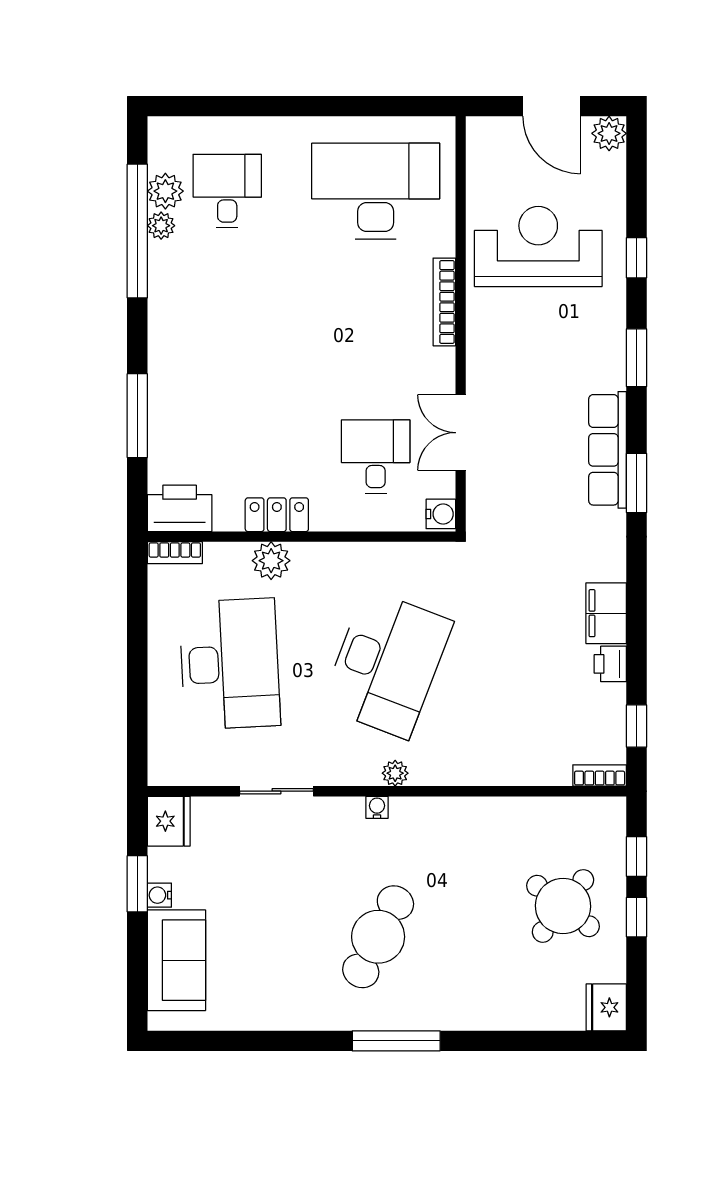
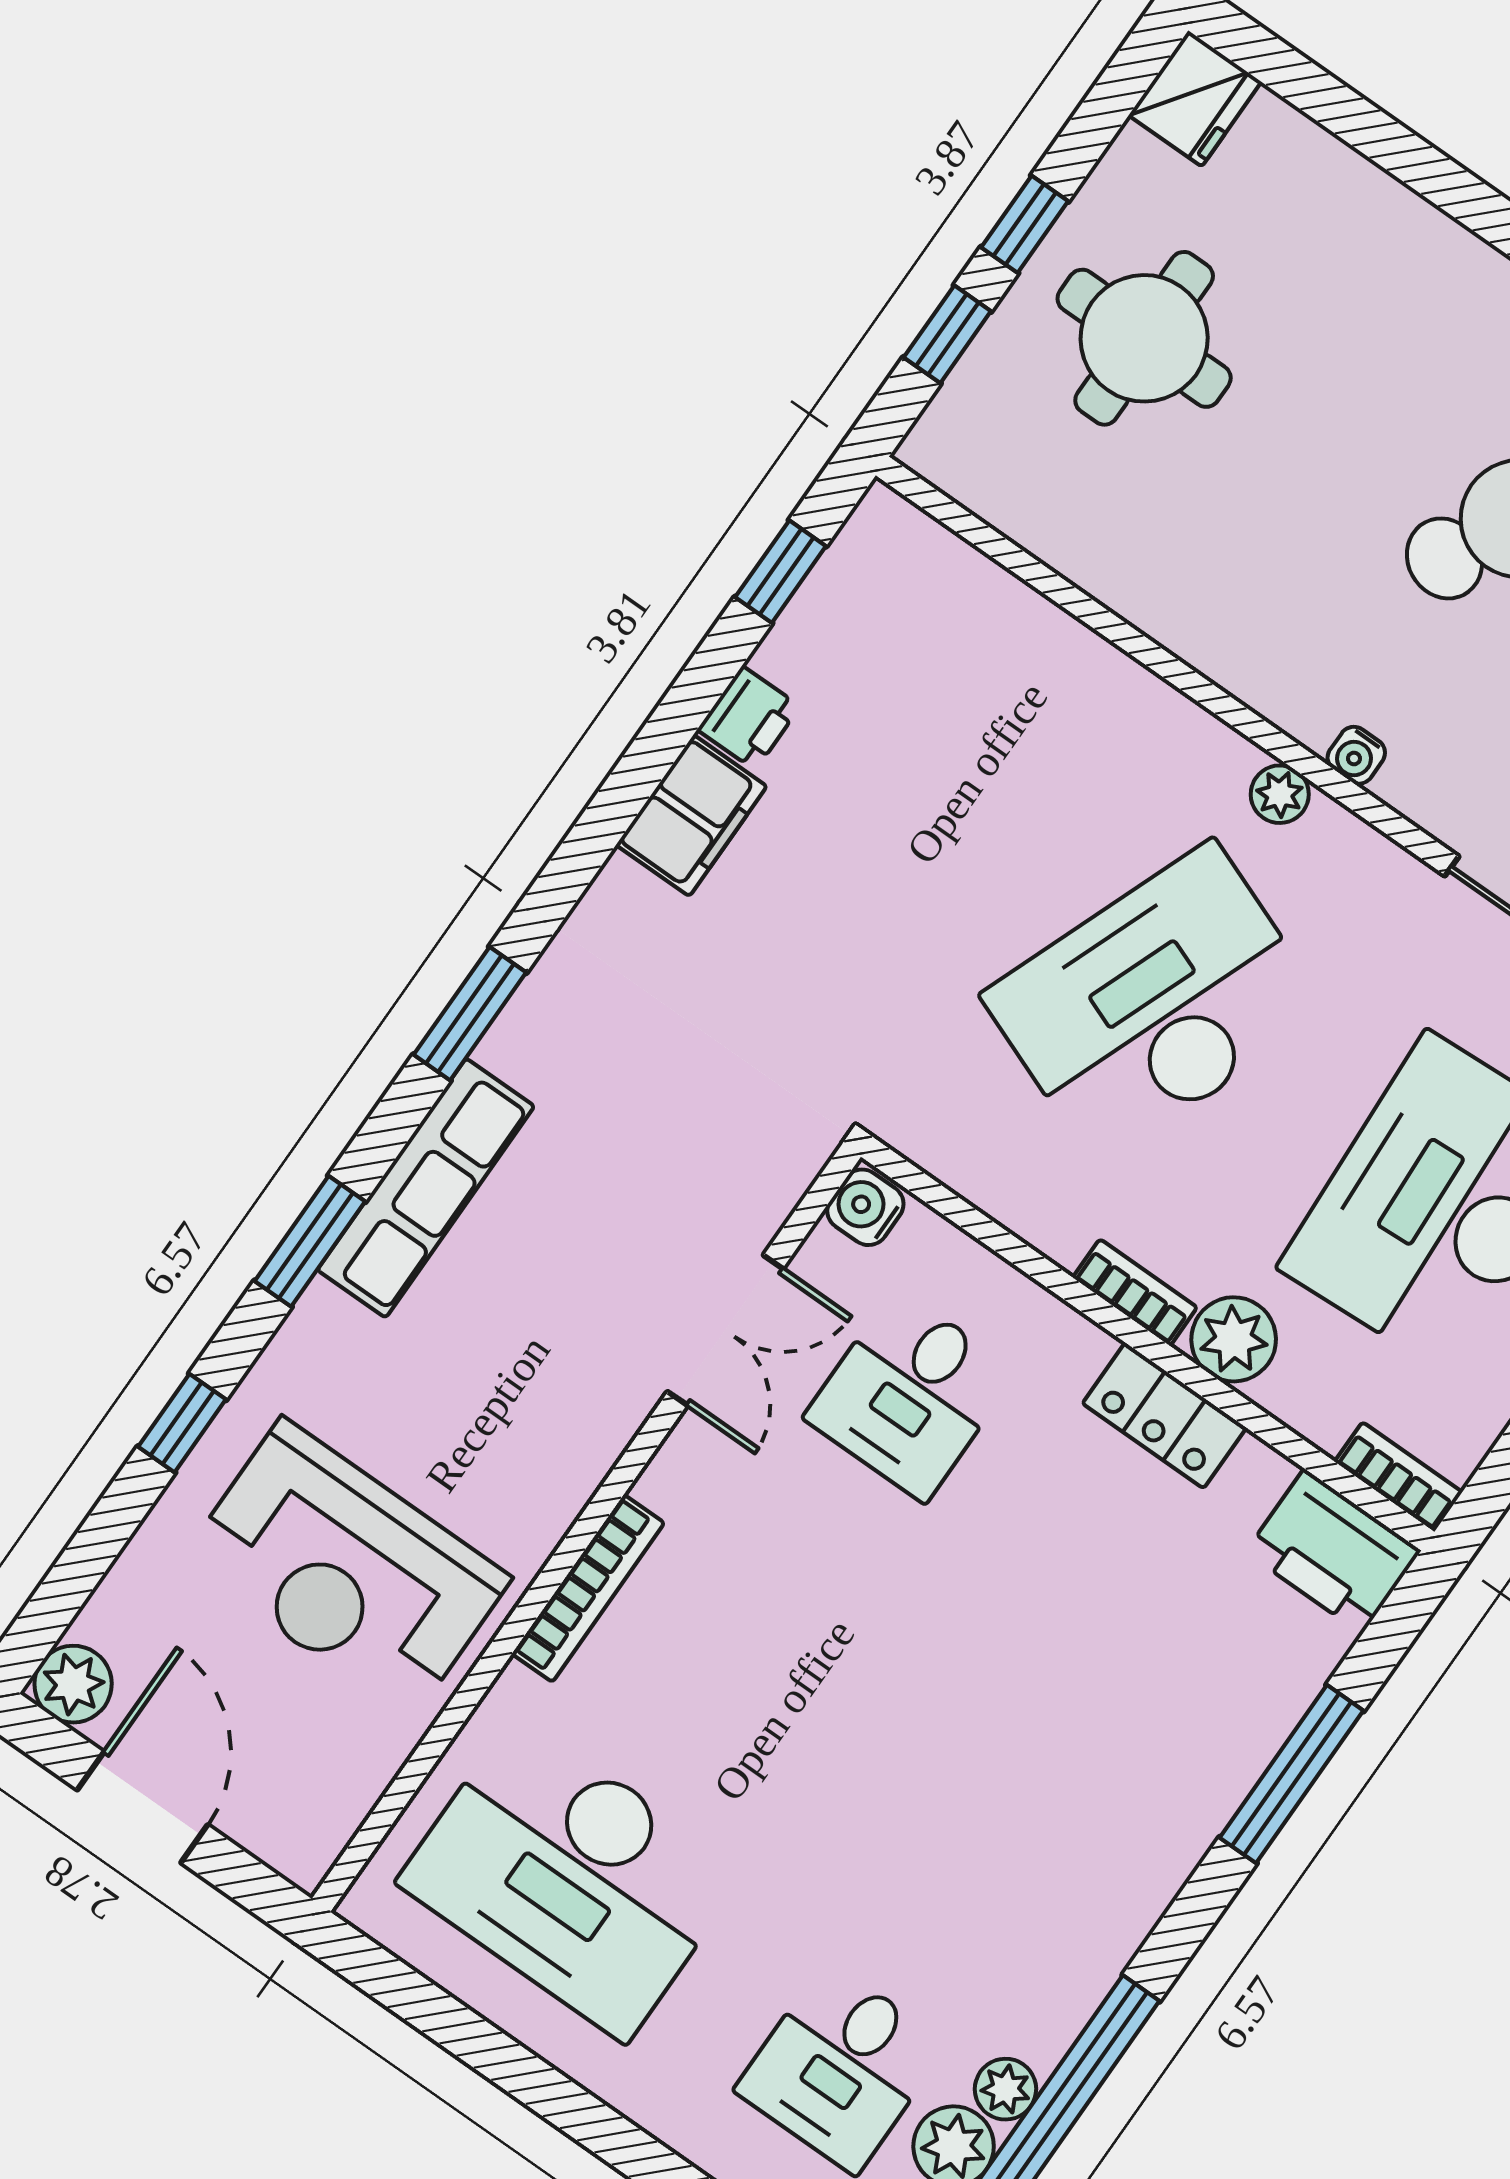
row of seats: (608, 450) -> (426, 1188), moved
bookcase: (600, 776) -> (1135, 1292), moved, turned 180
round table: (563, 906) -> (1144, 338), turned -38

